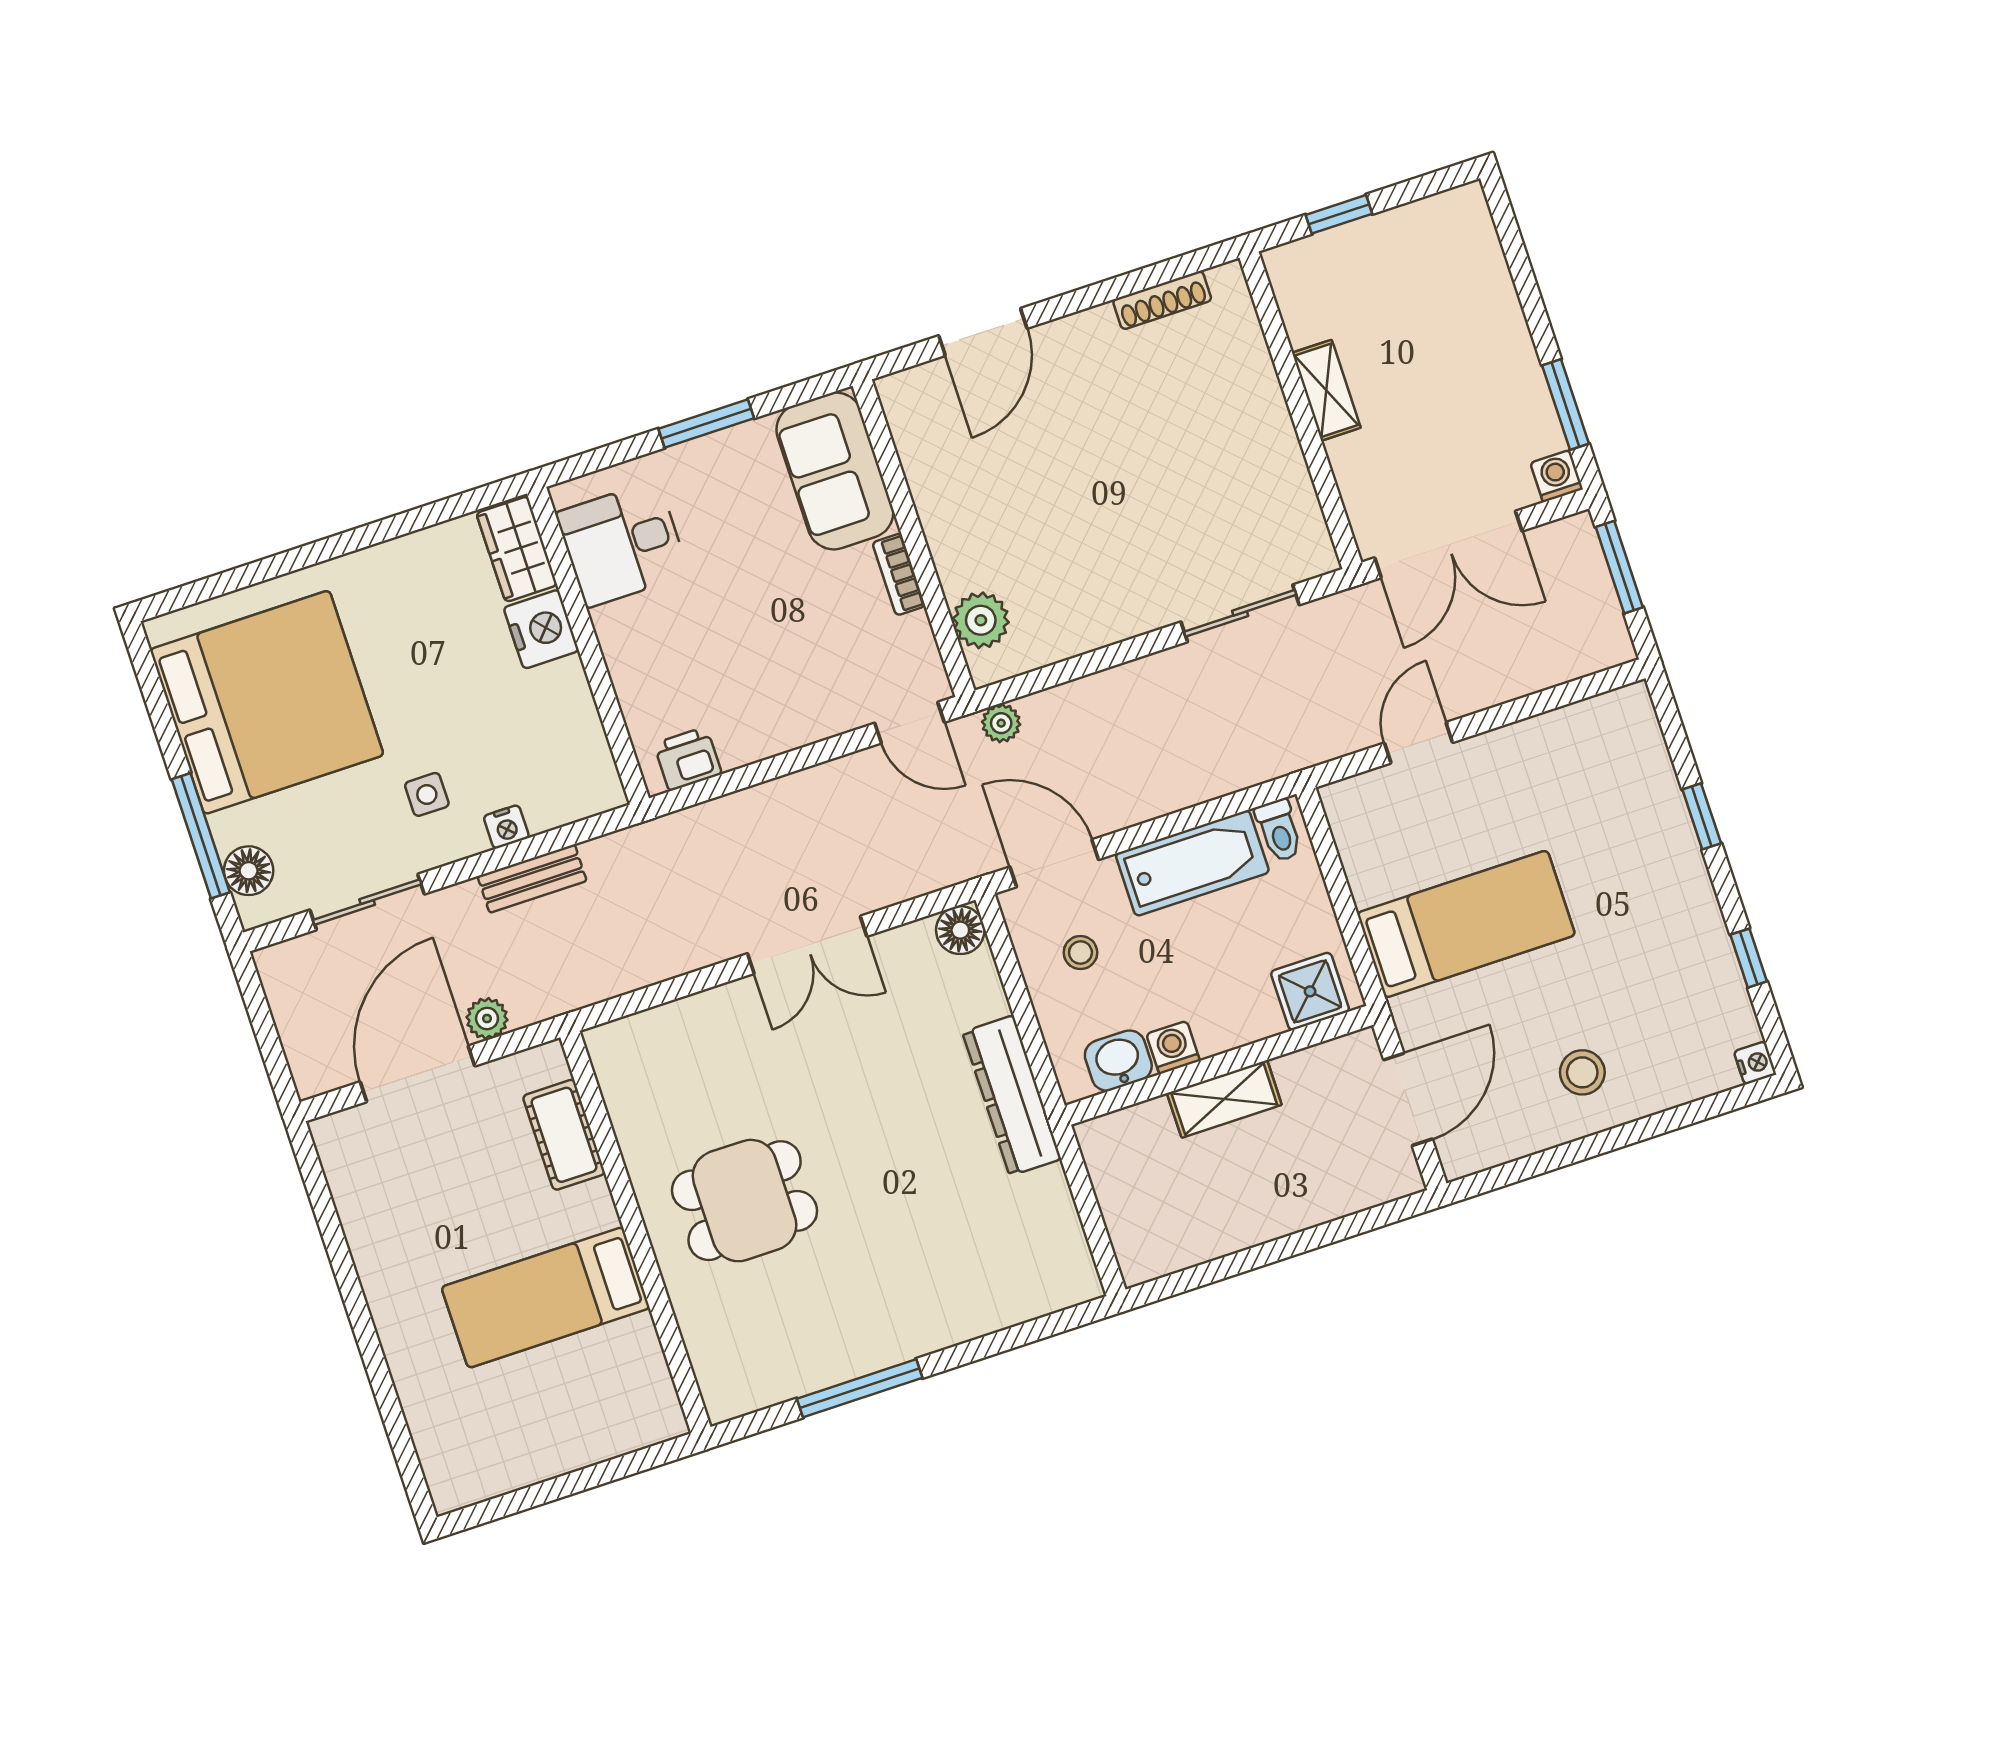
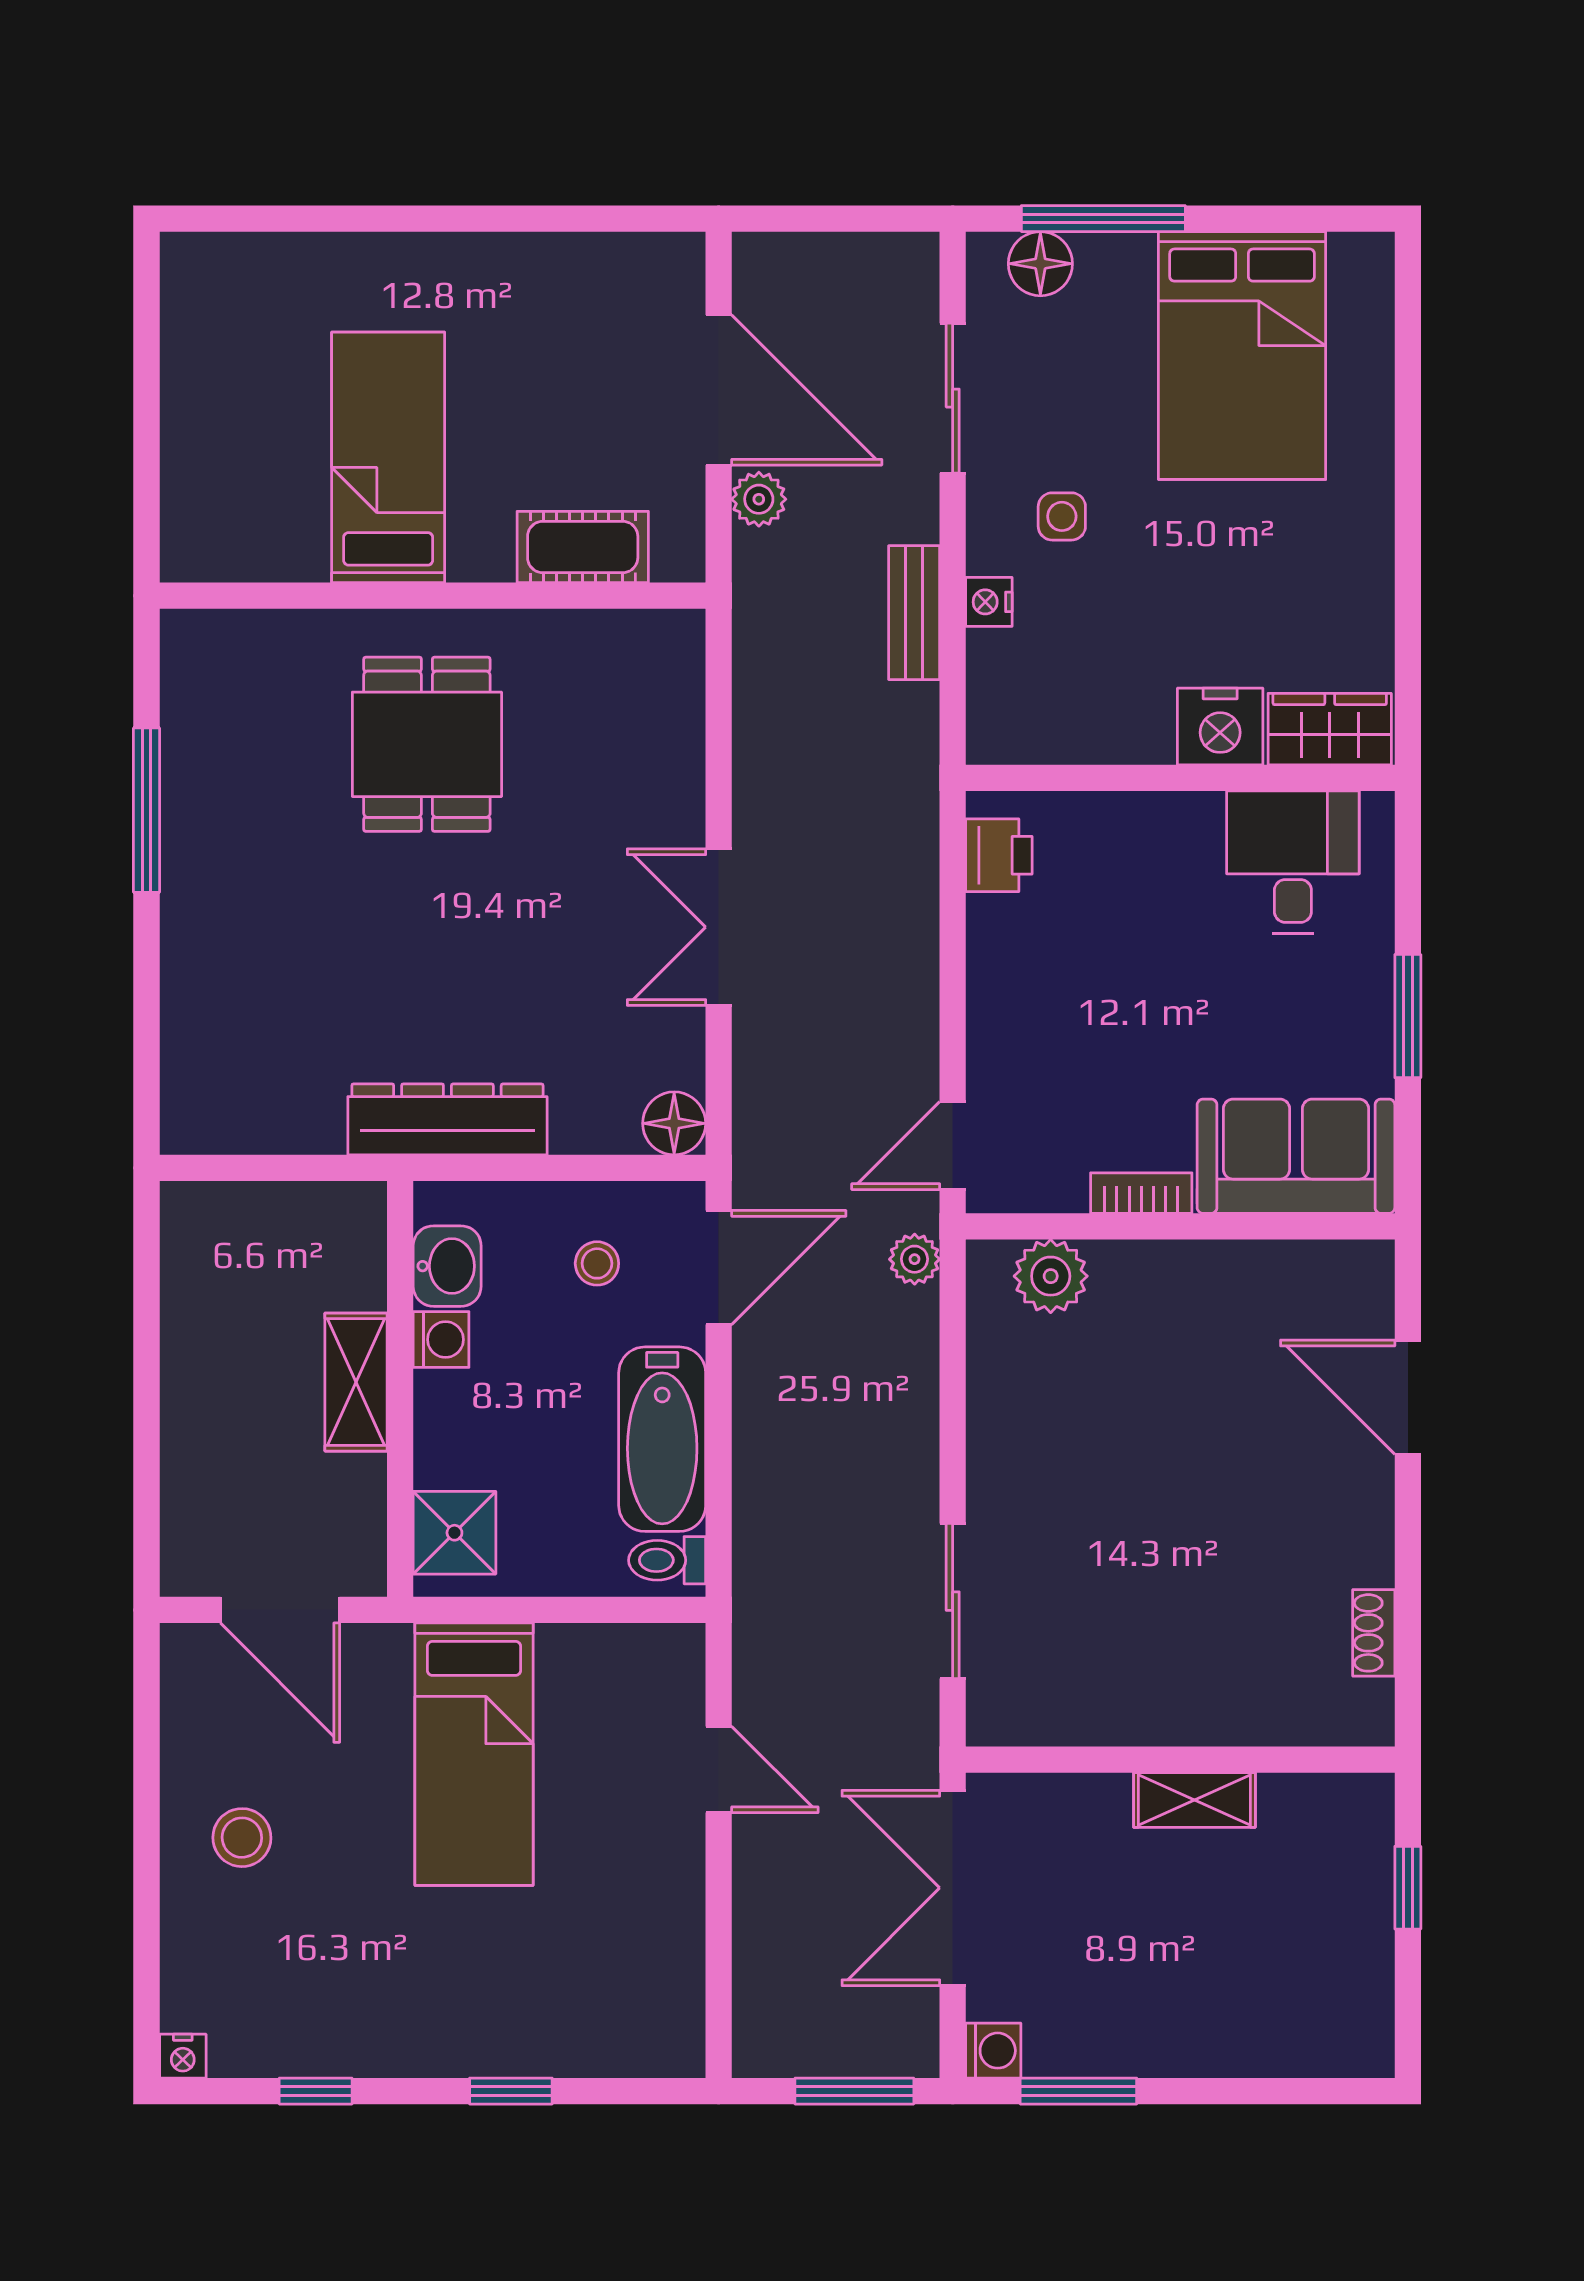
shoe rack: (1162, 300) -> (1374, 1633), width x0.70
bed: (267, 702) -> (1242, 356), width x0.73

